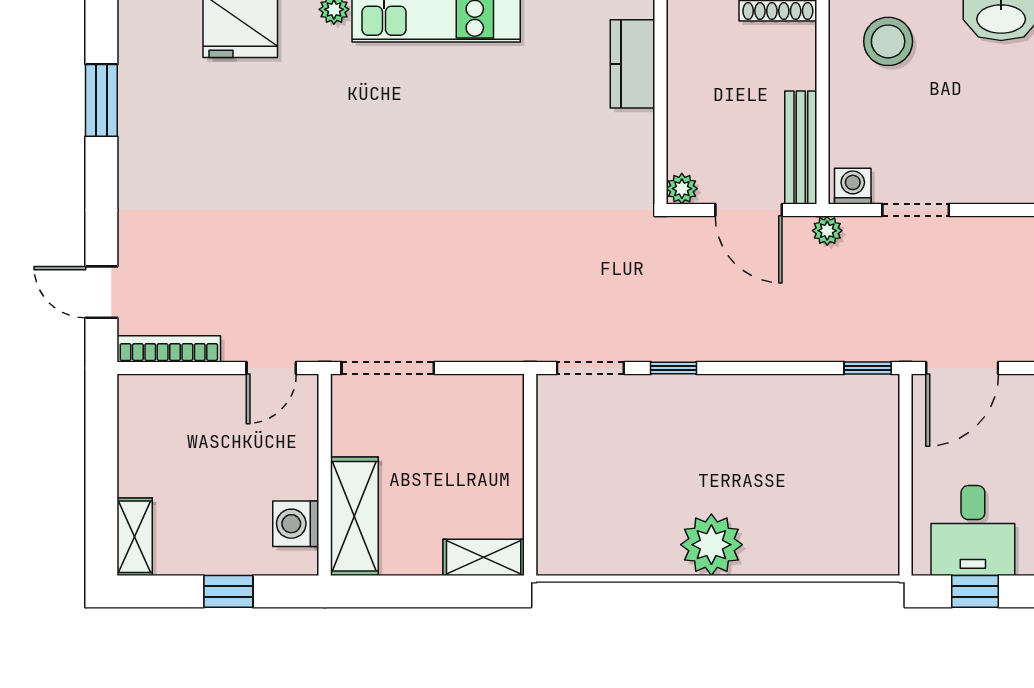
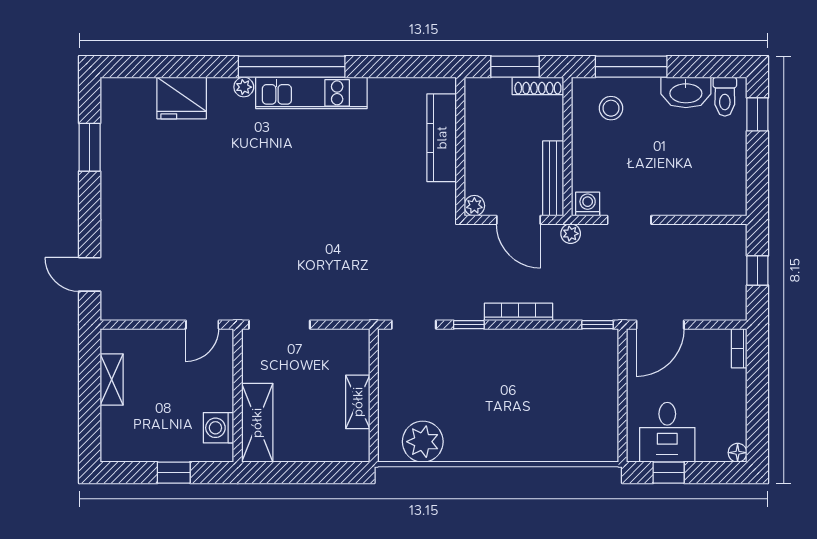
stool: (888, 41) -> (611, 108), width x0.73, depth x0.73
kitchen counter: (633, 64) -> (442, 138), width x1.50
bookcase: (169, 349) -> (519, 312), moved
shelving: (135, 537) -> (112, 380), moved
plant: (711, 545) -> (423, 442), moved
shelving: (484, 557) -> (358, 402), moved, turned 90

